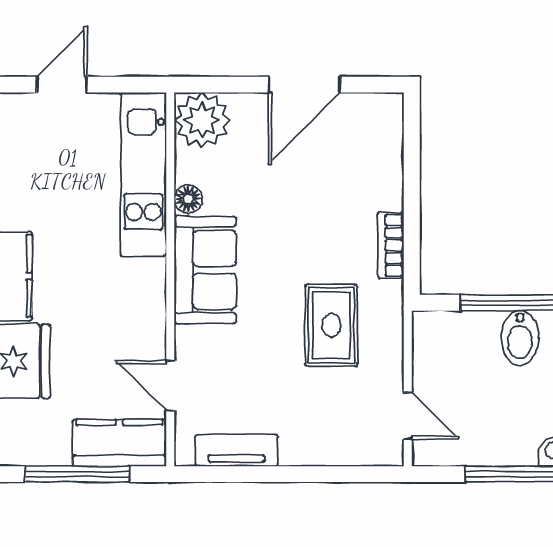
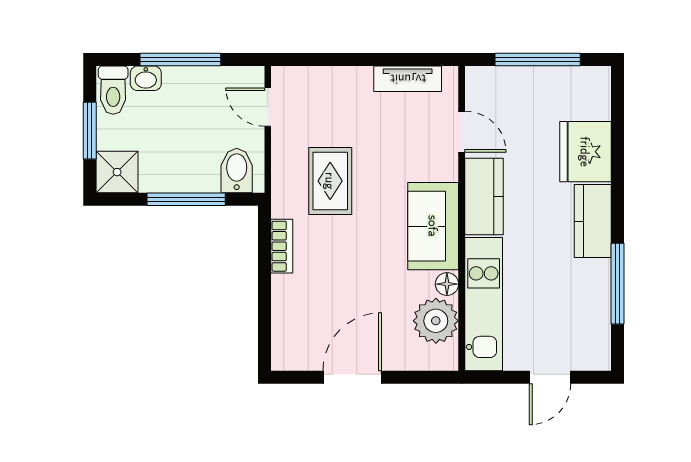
plant: (202, 120) -> (436, 321), moved
bidet: (520, 338) -> (237, 171), moved
kitchen counter: (119, 443) -> (484, 196), moved, turned -90

